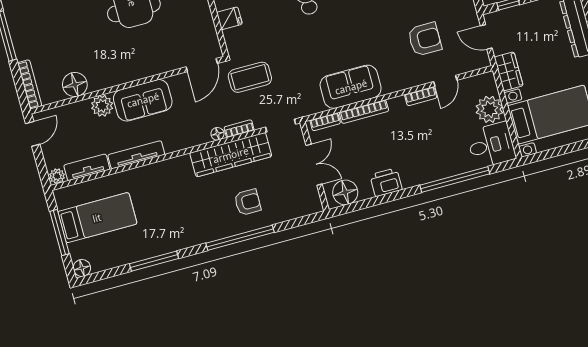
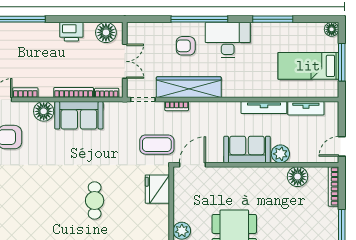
fridge: (229, 18) -> (157, 189), width x1.88, depth x1.34
floor lamp: (217, 134) -> (44, 111), moved, width x1.89, depth x1.89
double door: (314, 165) -> (125, 61), swing flipped
plant: (57, 176) -> (331, 108), removed
desk: (200, 223) -> (228, 40), added

